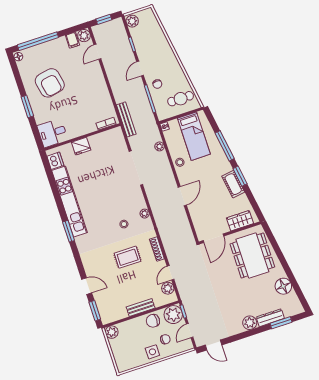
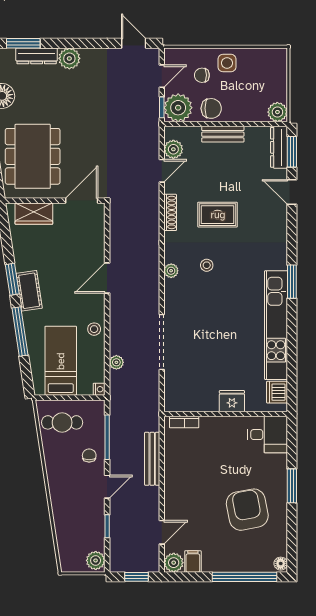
bench: (126, 119) -> (152, 459), moved
cot: (233, 184) -> (29, 291), moved
dresser: (104, 311) -> (279, 147), added

